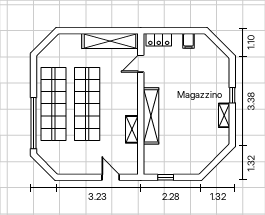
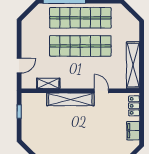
filing cabinet: (188, 41) -> (133, 131), width x2.00
door: (141, 64) -> (101, 91), moved
shelving: (132, 129) -> (48, 83), moved

